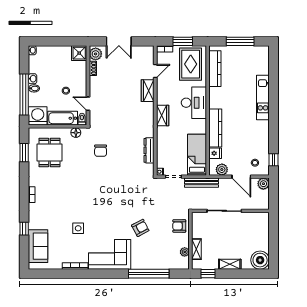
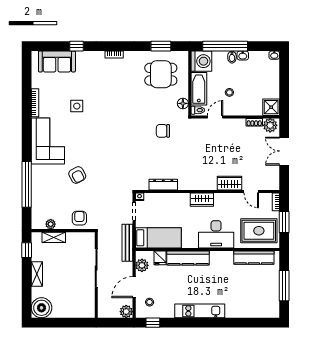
kitchen unit: (263, 98) -> (200, 311), moved

